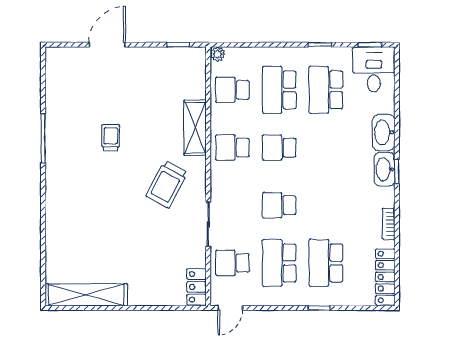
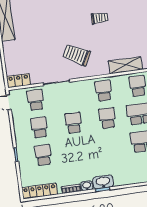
shelving: (195, 128) -> (125, 65), moved
washbasin: (384, 132) -> (87, 186), moved, width x0.52, depth x0.69
school desk: (279, 263) -> (39, 127), width x0.54
school desk: (326, 263) -> (43, 155), width x0.54

